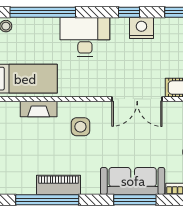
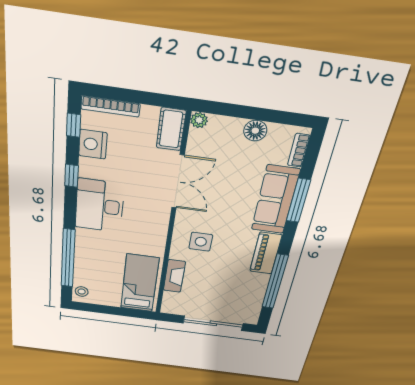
nightstand: (141, 28) -> (93, 144), moved
desk: (85, 37) -> (100, 206), moved
piano: (59, 185) -> (266, 253), moved

